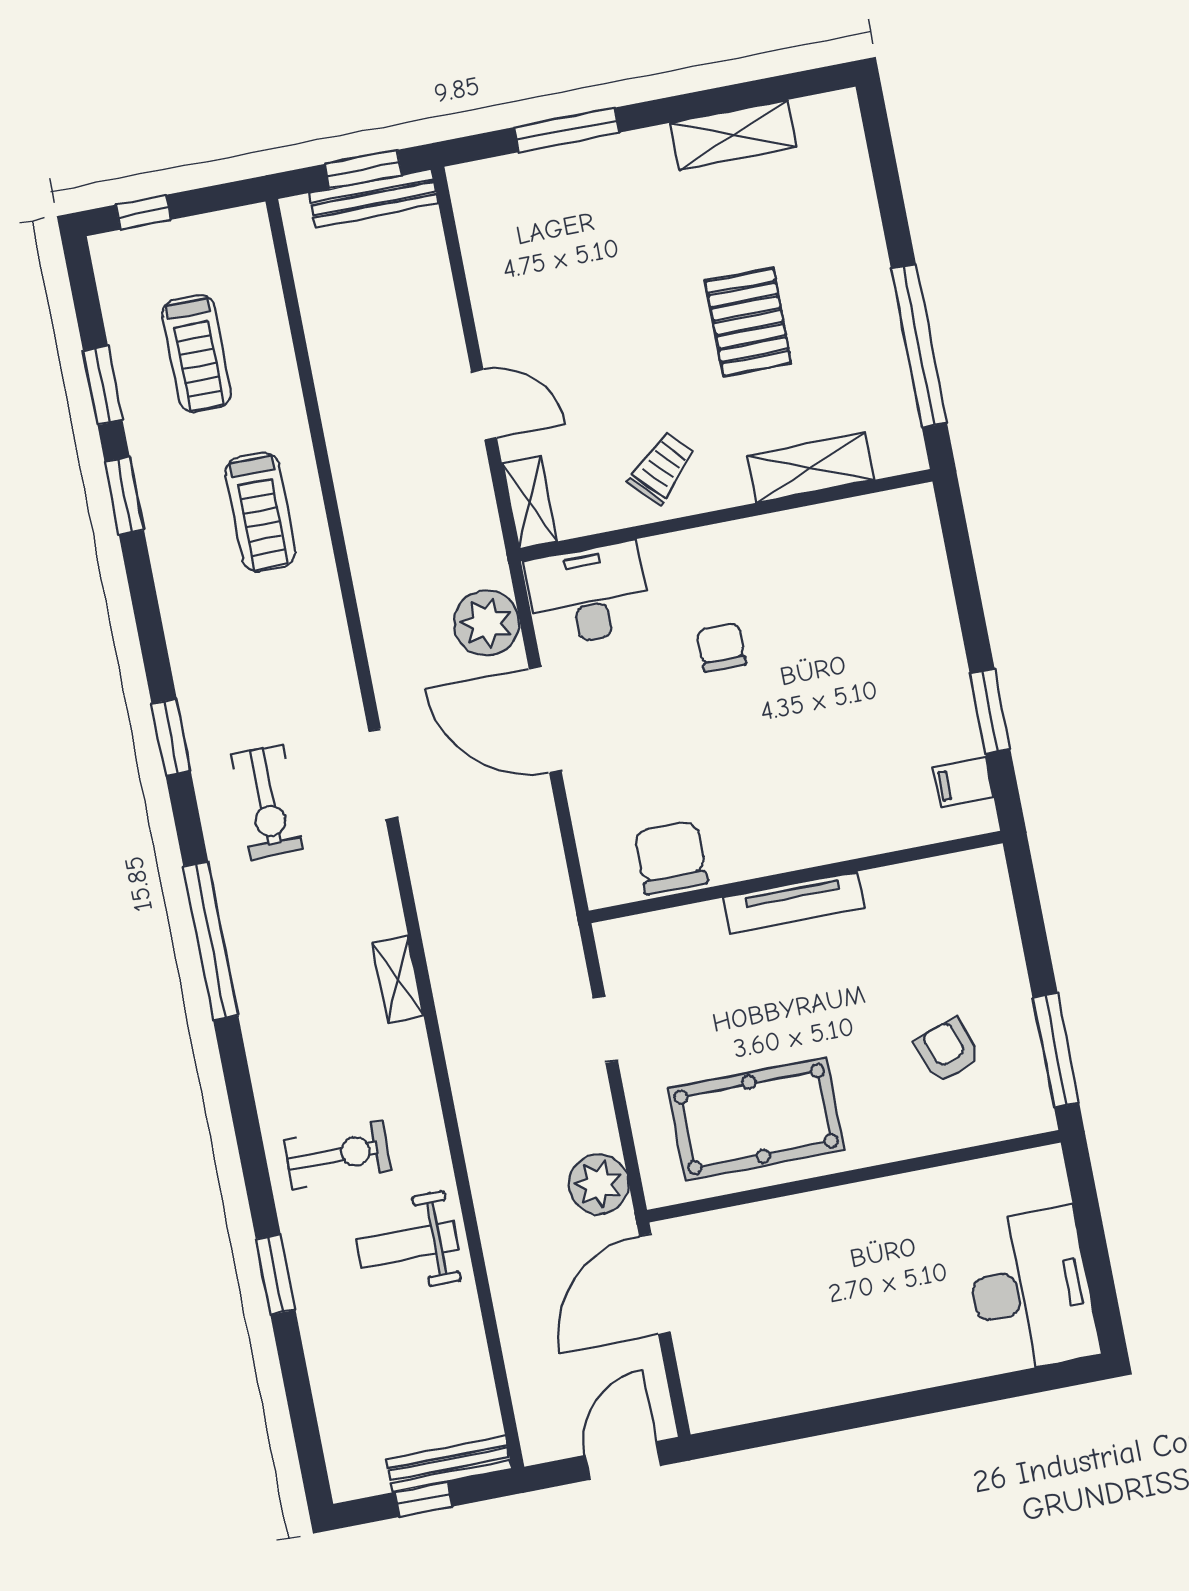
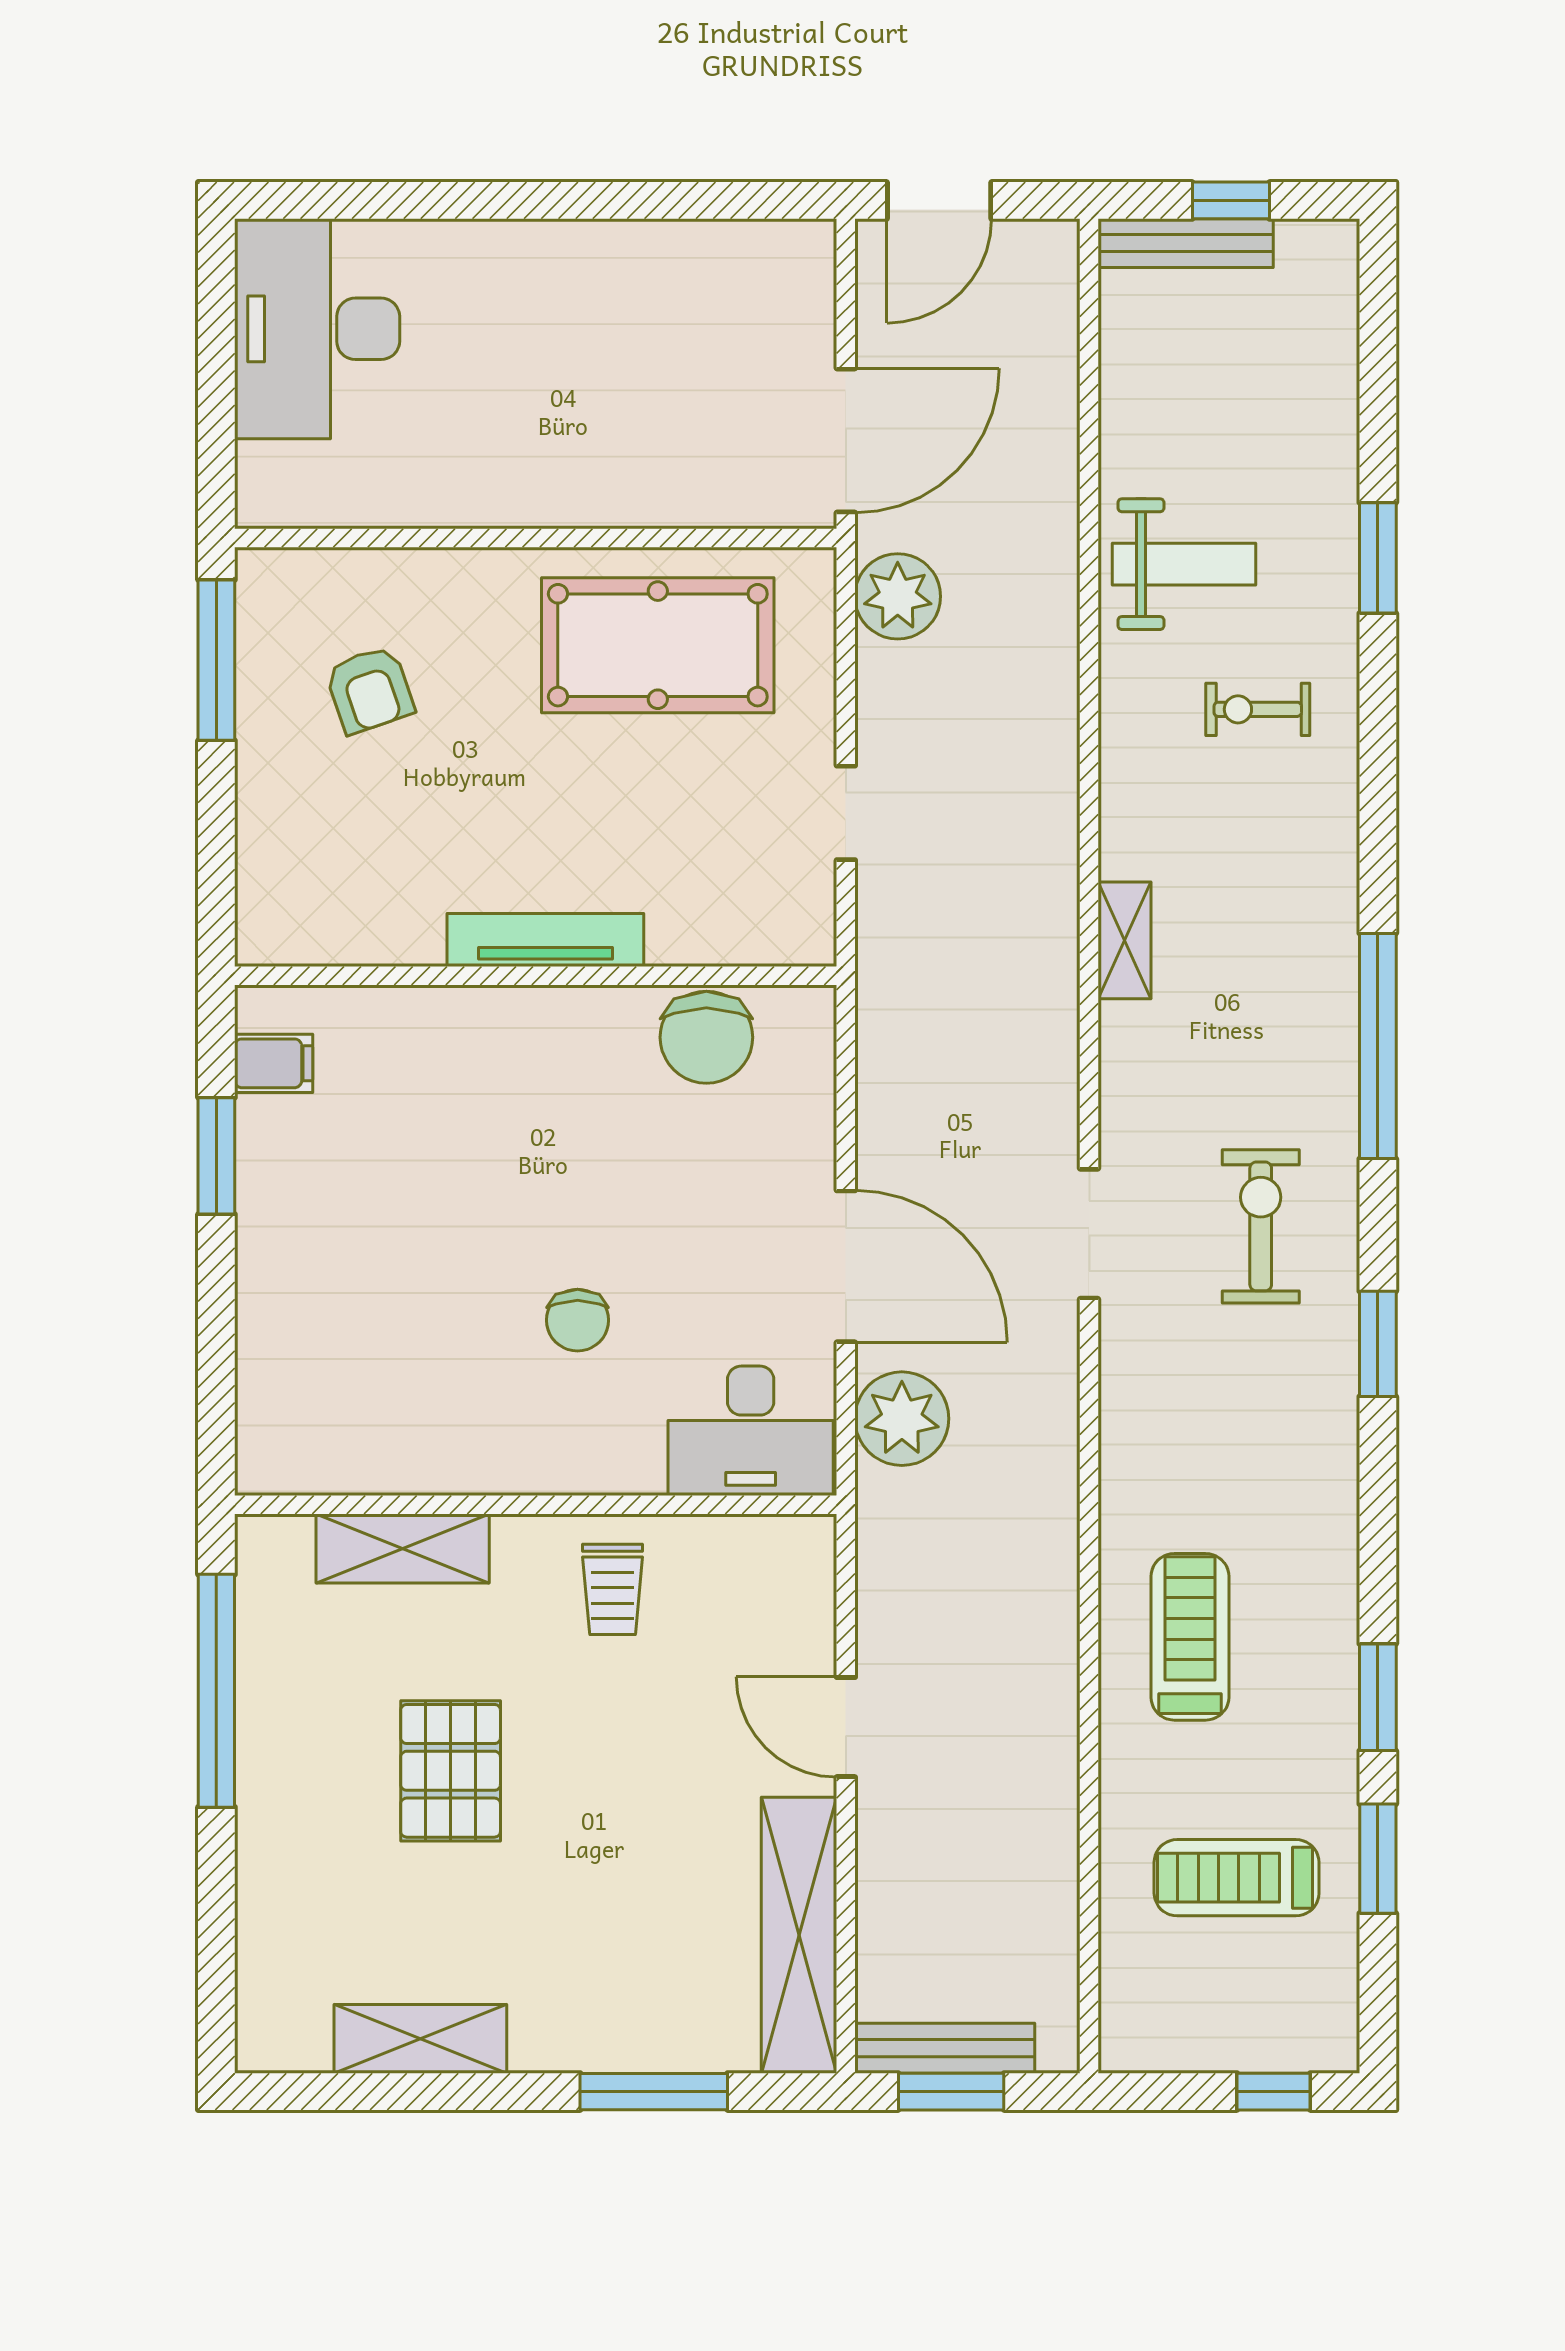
treadmill: (197, 354) -> (1237, 1878), turned -90
trolley: (662, 468) -> (613, 1589), turned -46
shelving: (529, 502) -> (799, 1935), moved, width x2.20, depth x1.33
exercise bike: (338, 1155) -> (1258, 709), width x0.73, depth x0.72

